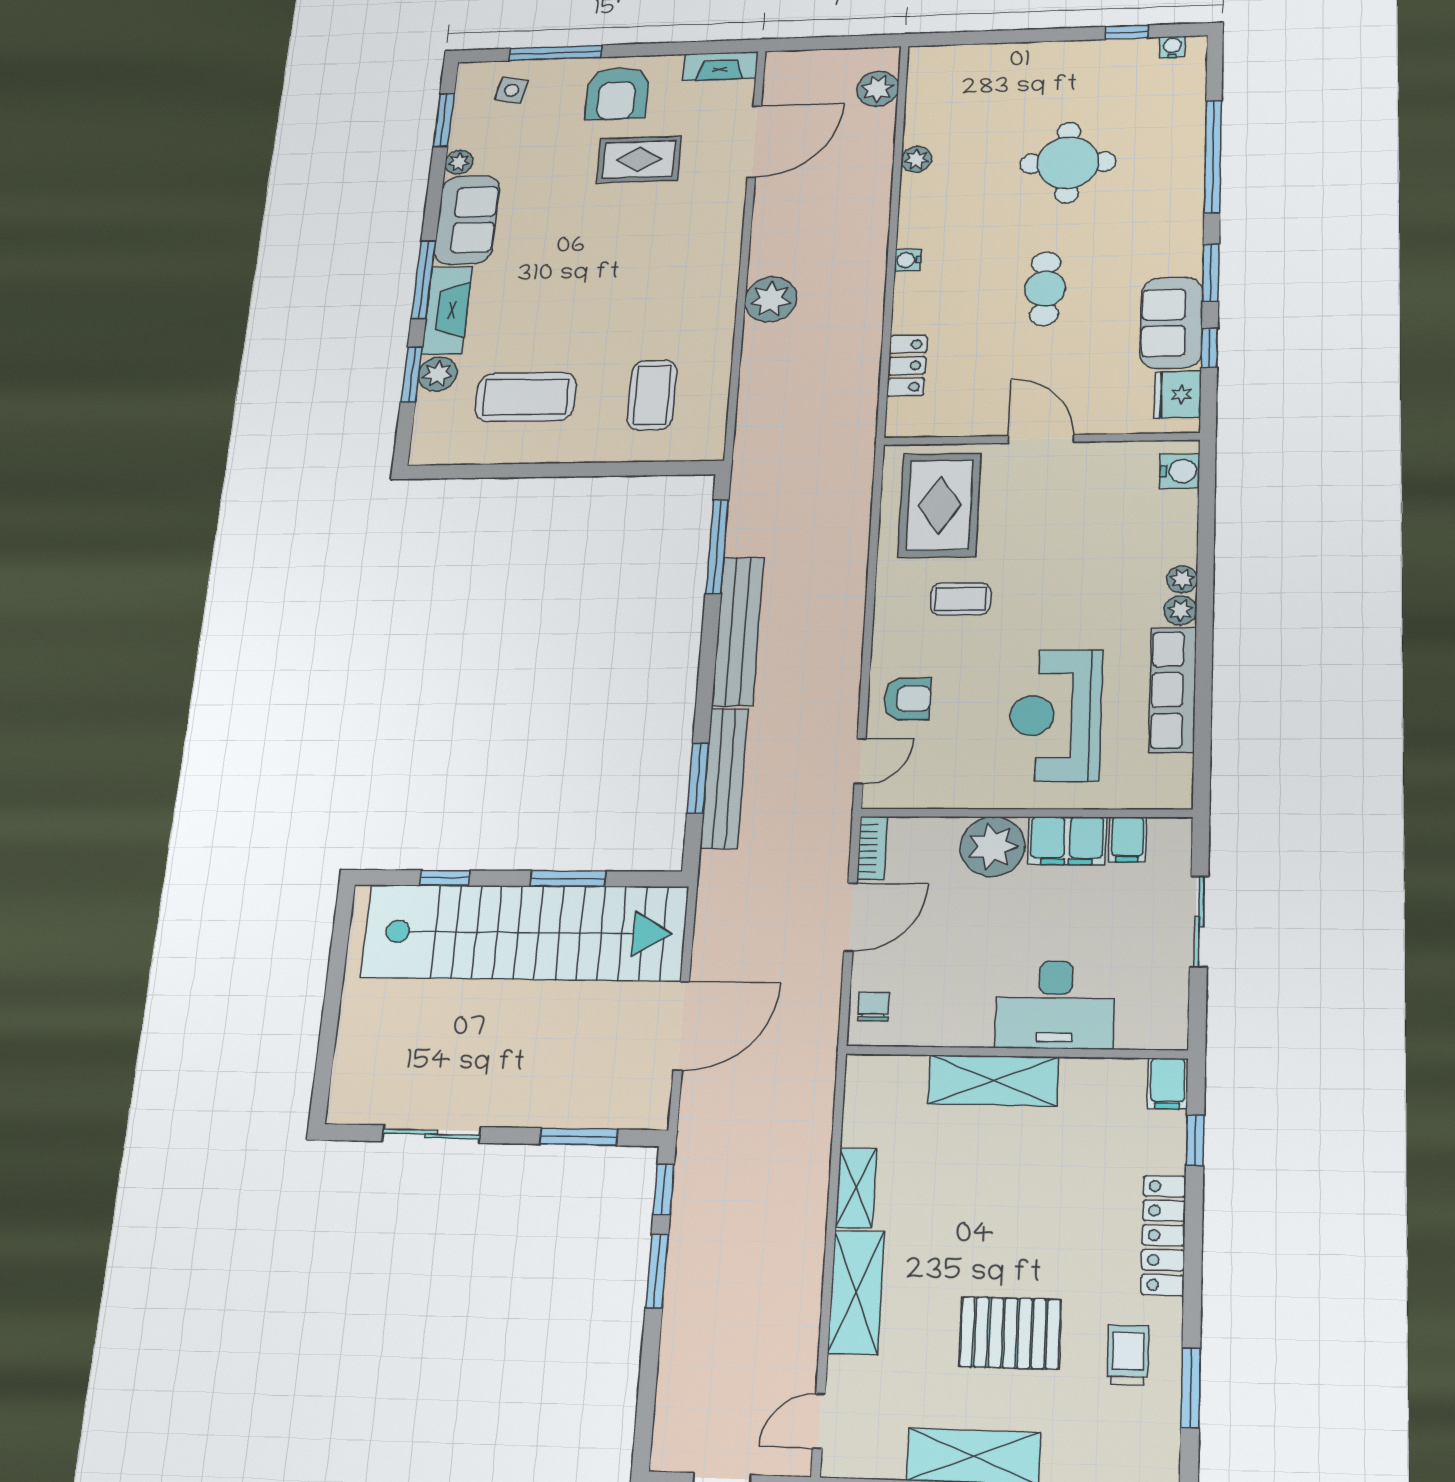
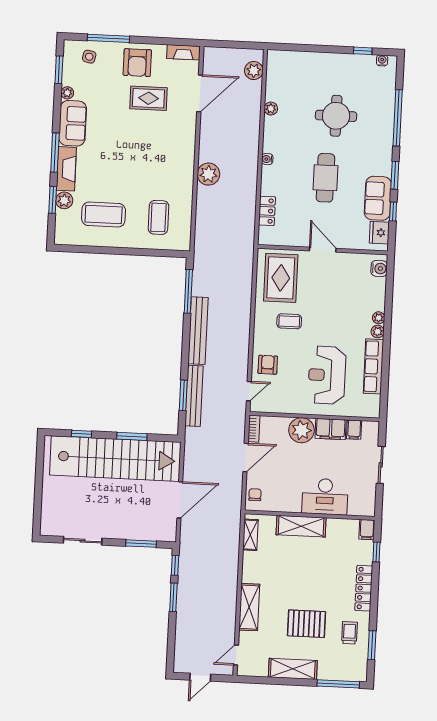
cafe table: (1045, 289) -> (325, 178), width x1.37, depth x1.35
armchair: (907, 699) -> (268, 365), turned -90
shelving: (856, 1188) -> (250, 535), moved

